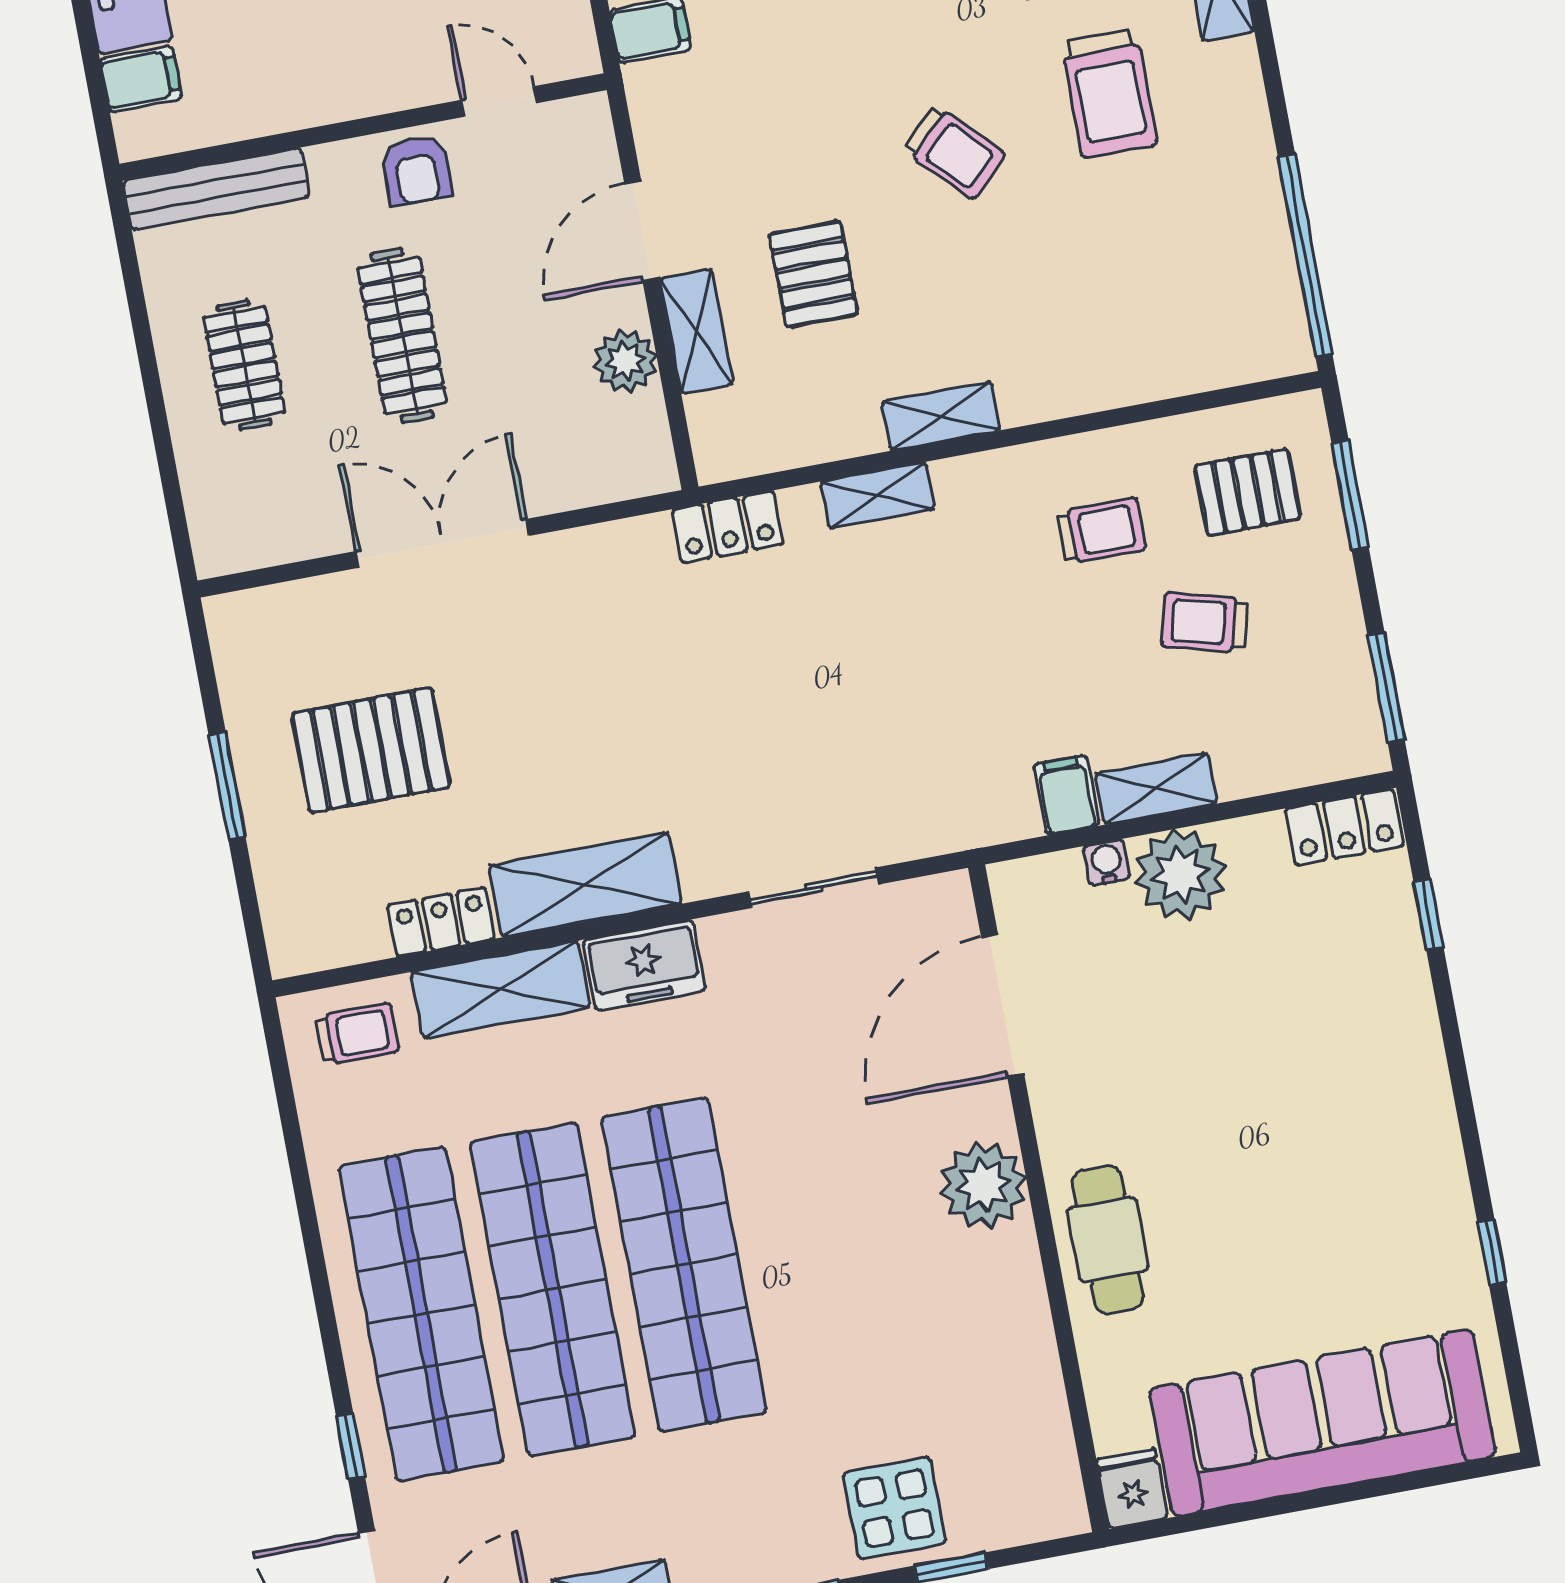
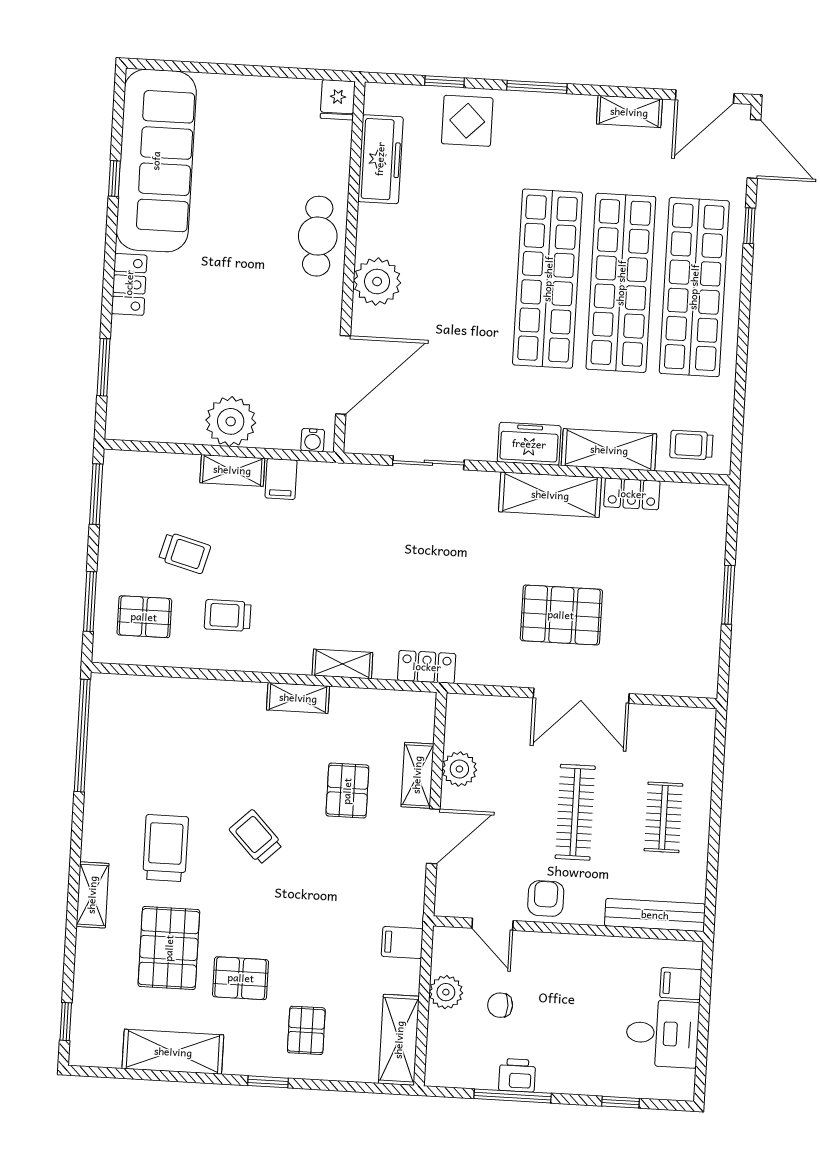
pallet: (371, 750) -> (561, 615), moved
locker: (1344, 827) -> (129, 284), moved, turned 90
water cooler: (1106, 863) -> (313, 440), moved
window: (1429, 915) -> (104, 367), width x1.50
freezer: (1031, 1402) -> (380, 159), added
sofa: (1322, 1423) -> (156, 161), moved, turned -90

